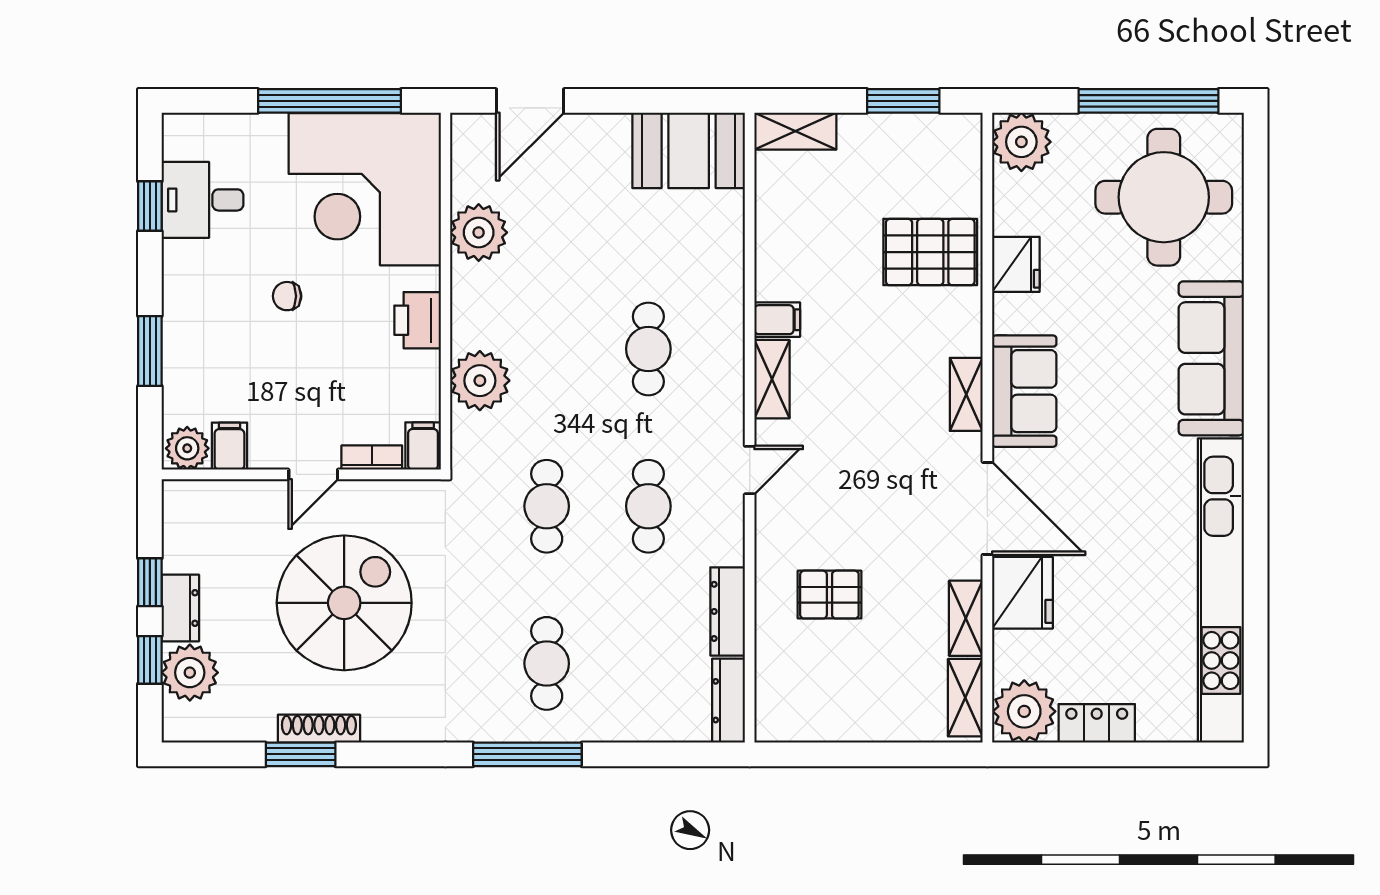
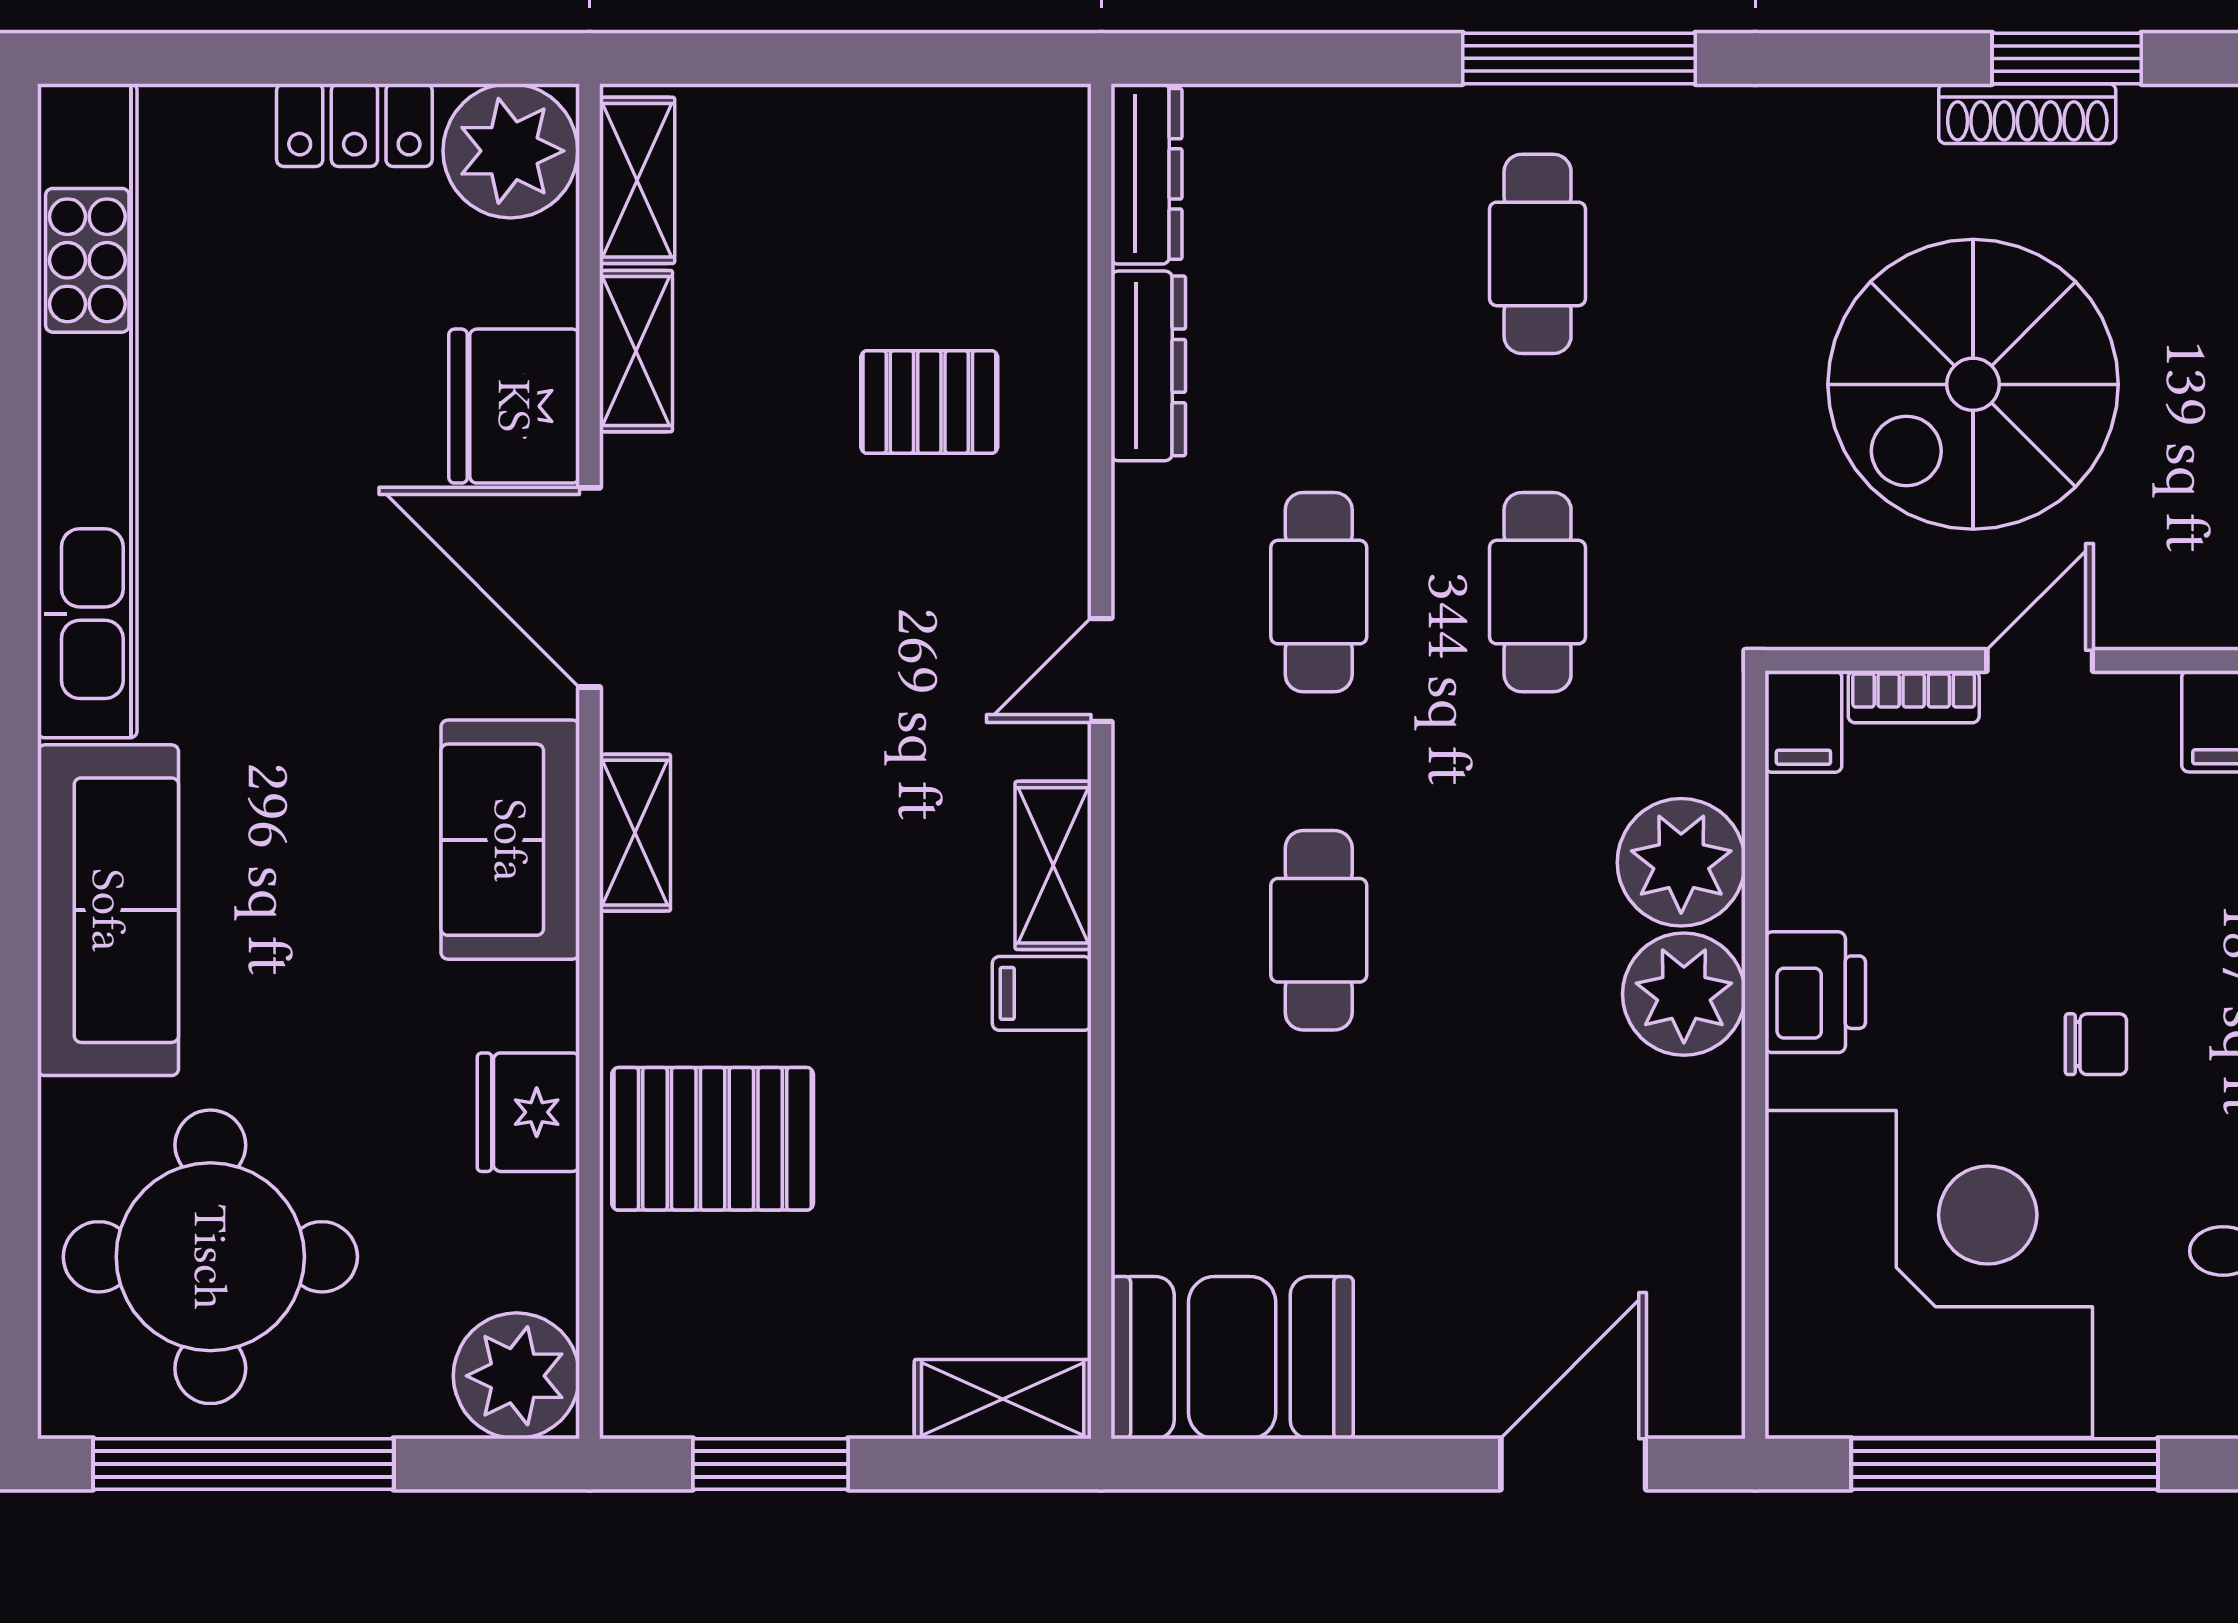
plant: (479, 232) -> (1684, 994), moved

